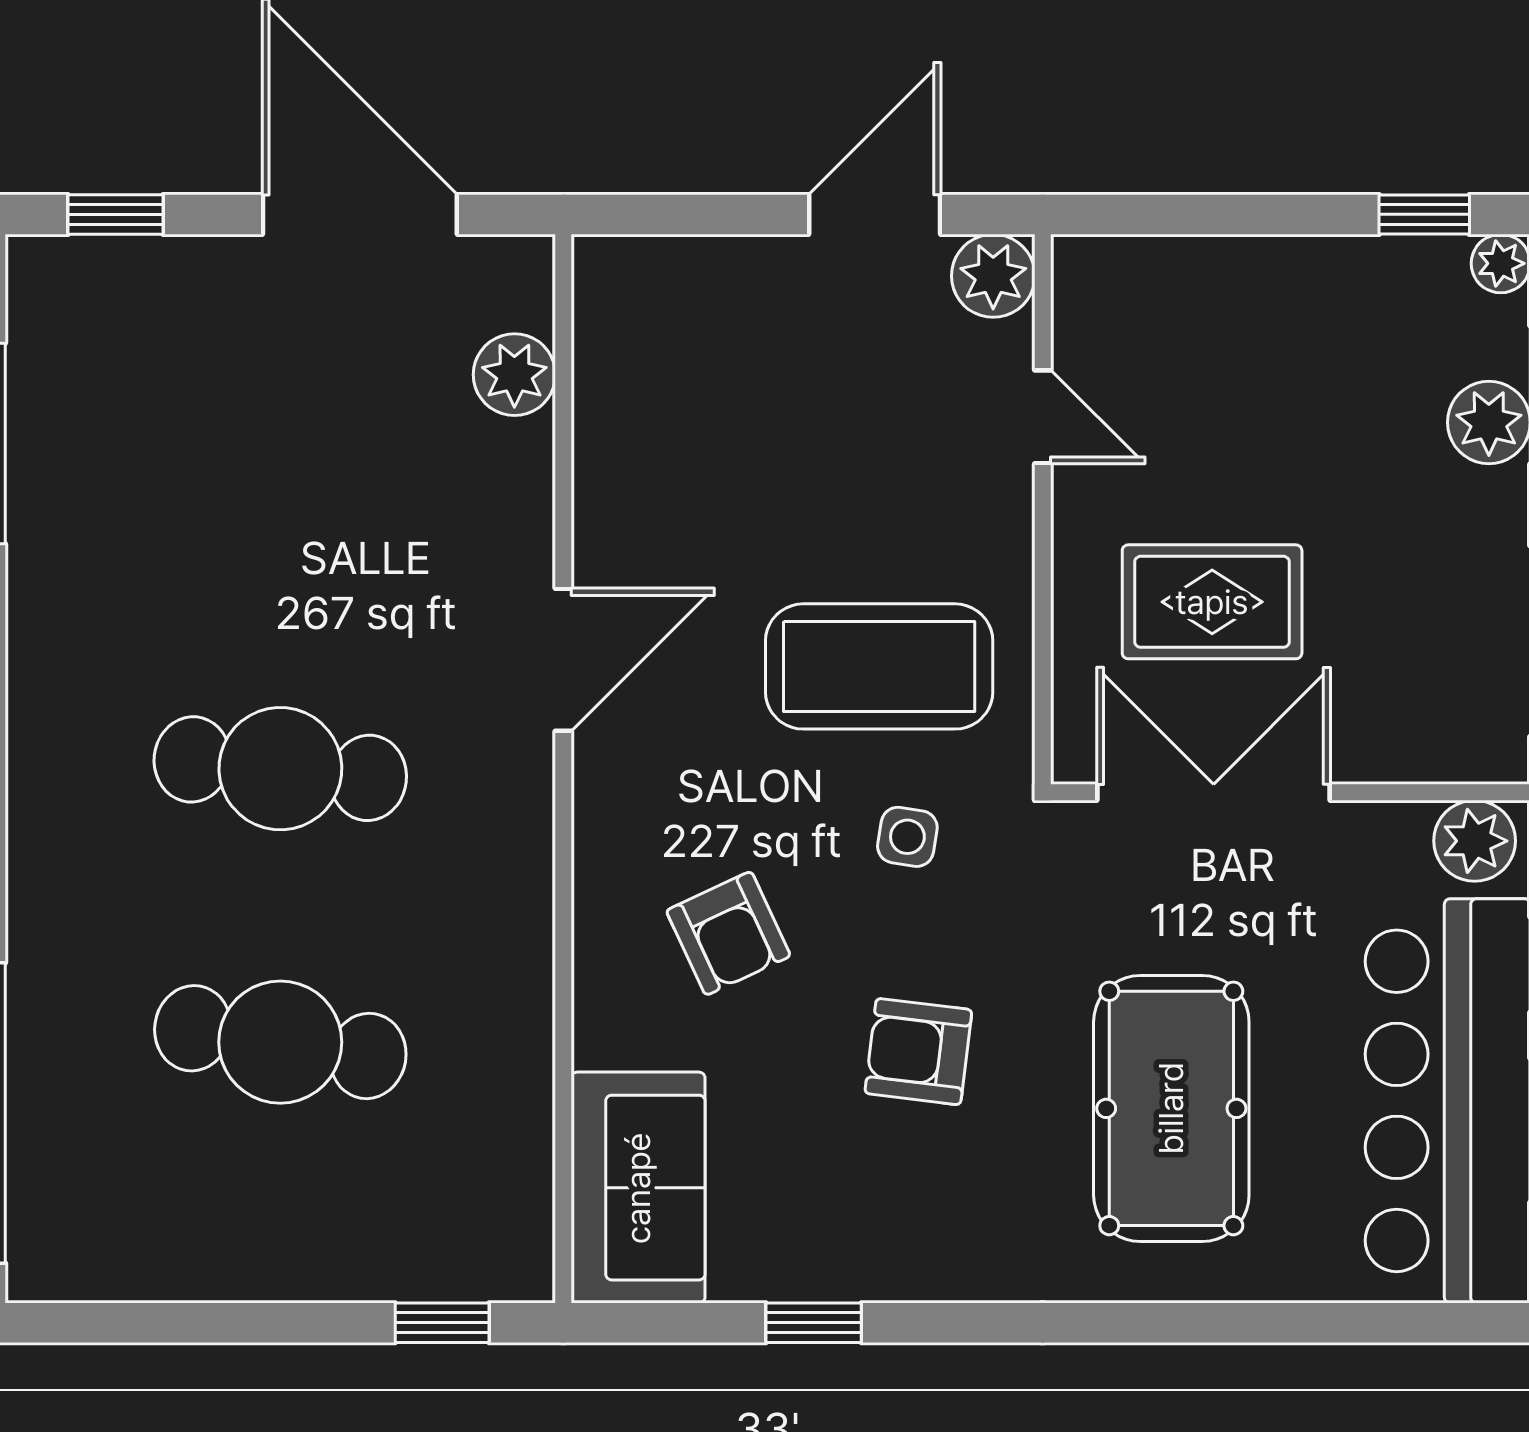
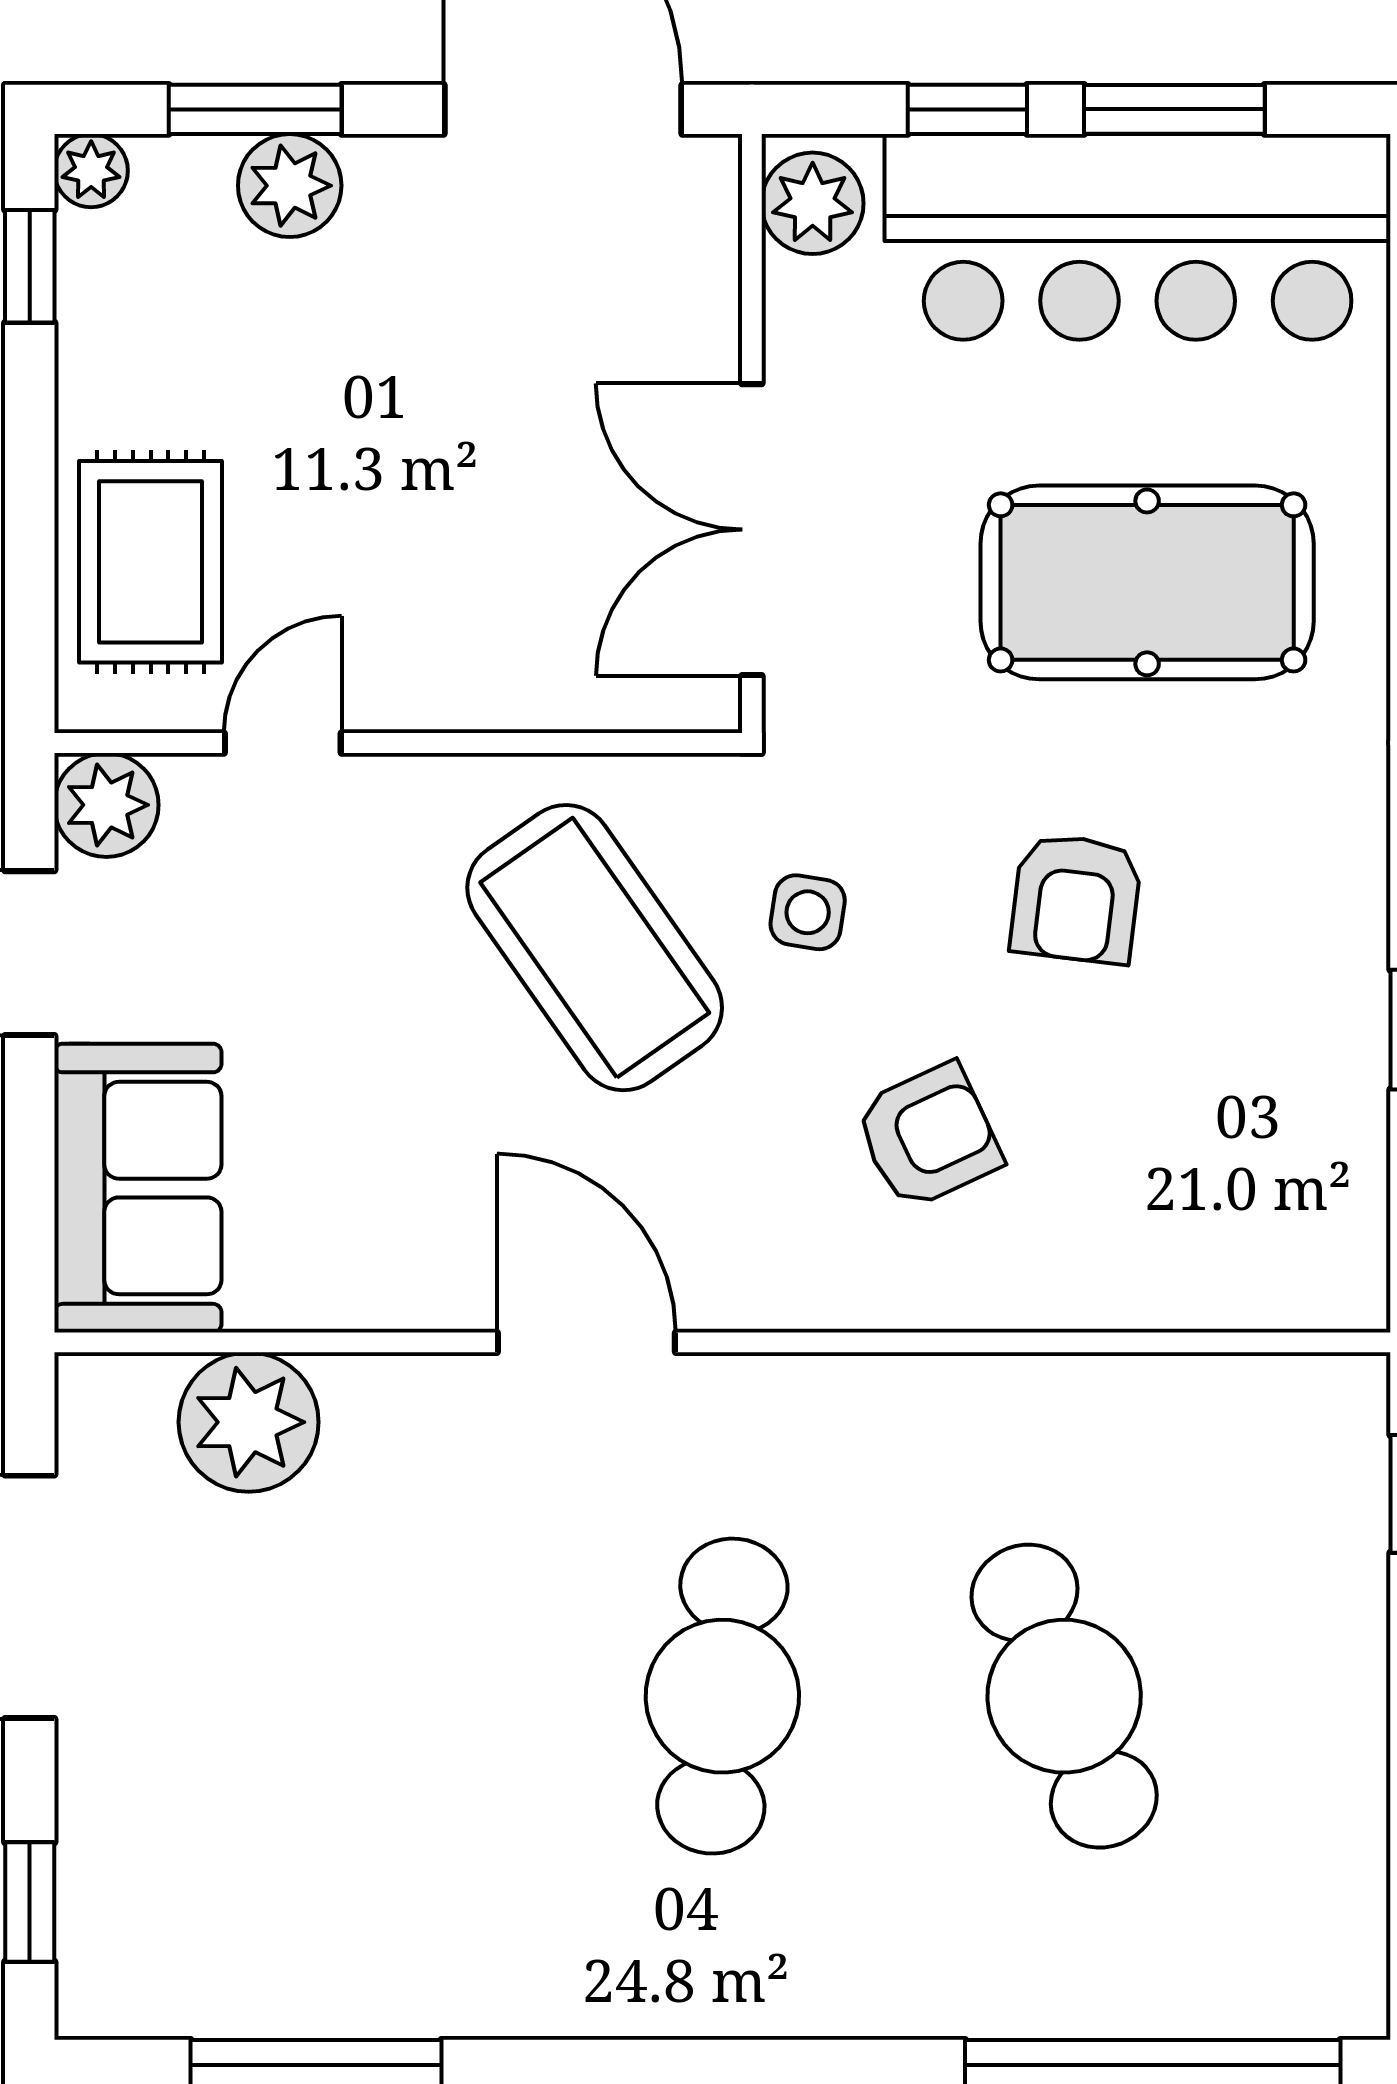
plant: (514, 375) -> (249, 1422), width x1.36, depth x1.36
rug: (1212, 602) -> (151, 562), moved
coffee table: (879, 666) -> (595, 948), turned -35
cafe table: (280, 1042) -> (1064, 1696), turned -30
sofa: (638, 1188) -> (138, 1188), moved, turned 90

